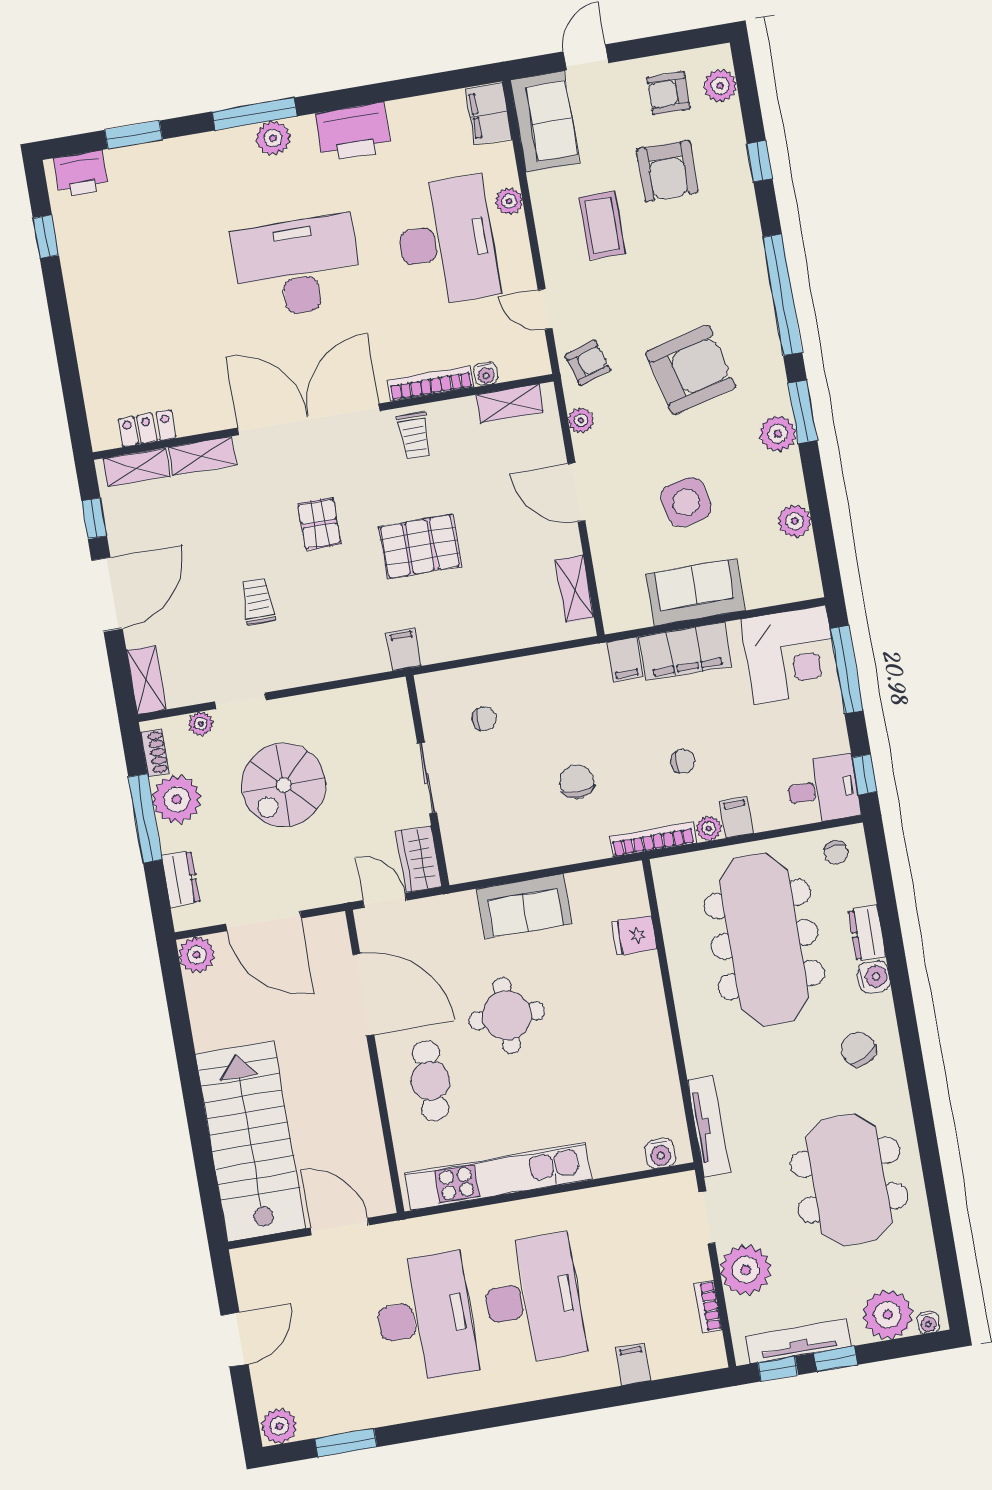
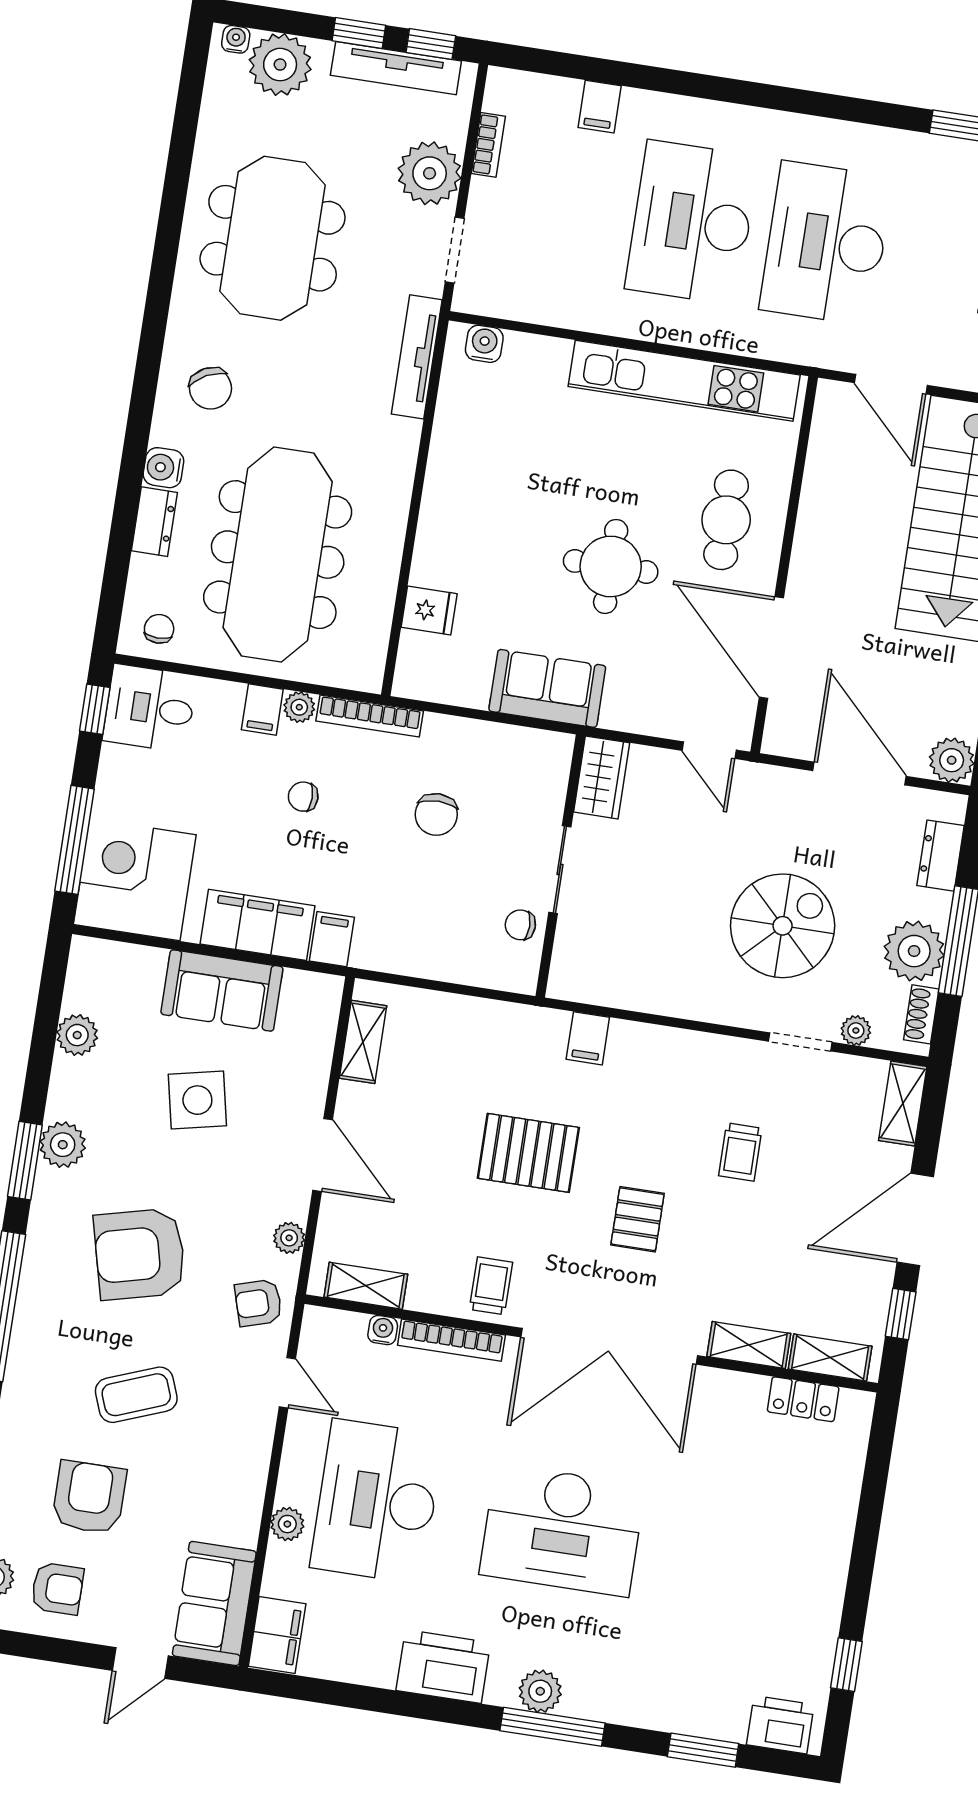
coffee table: (602, 225) -> (136, 1395), moved, turned 69
sliding door: (427, 778) -> (560, 870), moved
wall: (428, 781) -> (560, 866), moved
wardrobe: (419, 859) -> (602, 777), moved

